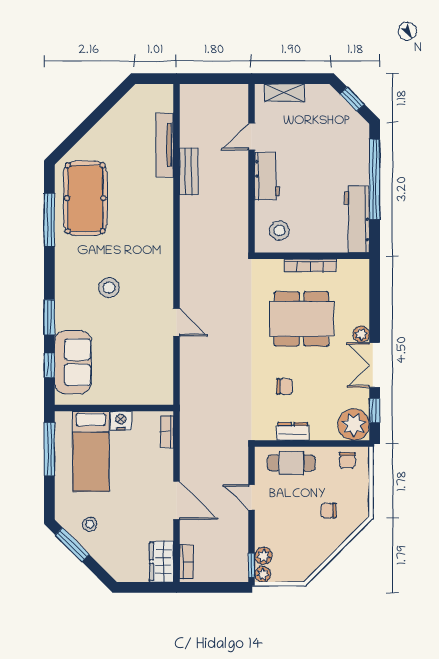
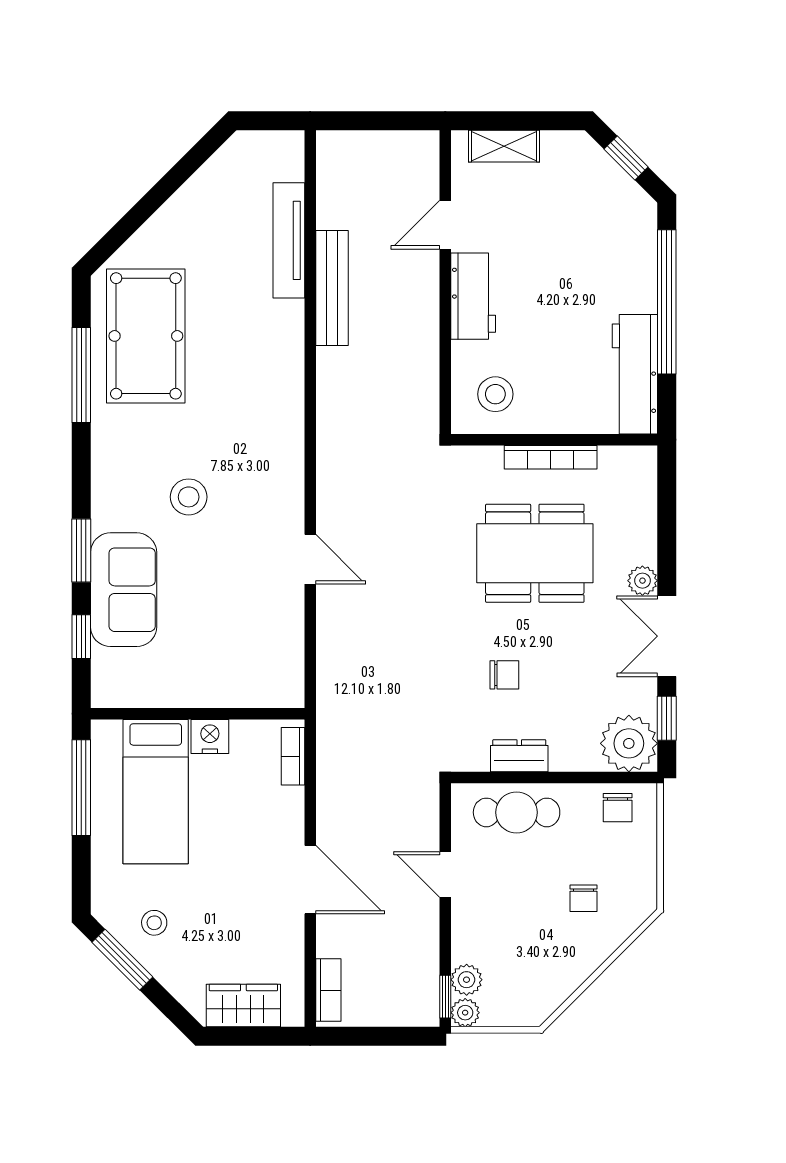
bench: (189, 172) -> (332, 288), width x1.36
sofa: (73, 362) -> (124, 590), moved
chair: (328, 511) -> (583, 898), turned -90
wardrobe: (161, 562) -> (243, 1005), moved, turned 90

